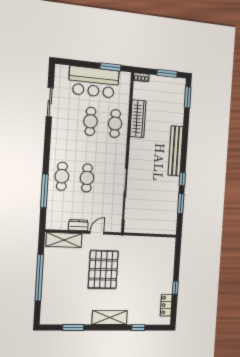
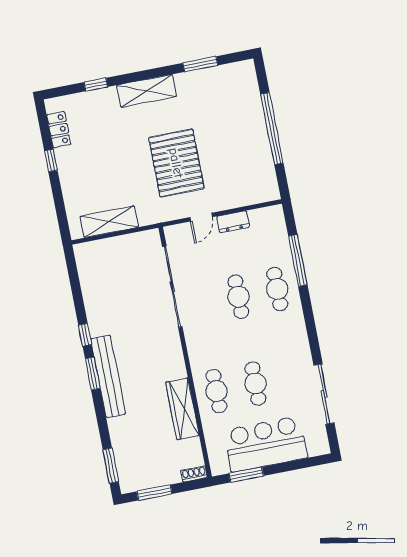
sliding door: (50, 102) -> (324, 394), width x1.37
window: (181, 204) -> (93, 373), moved
shelving: (64, 240) -> (109, 222), moved

